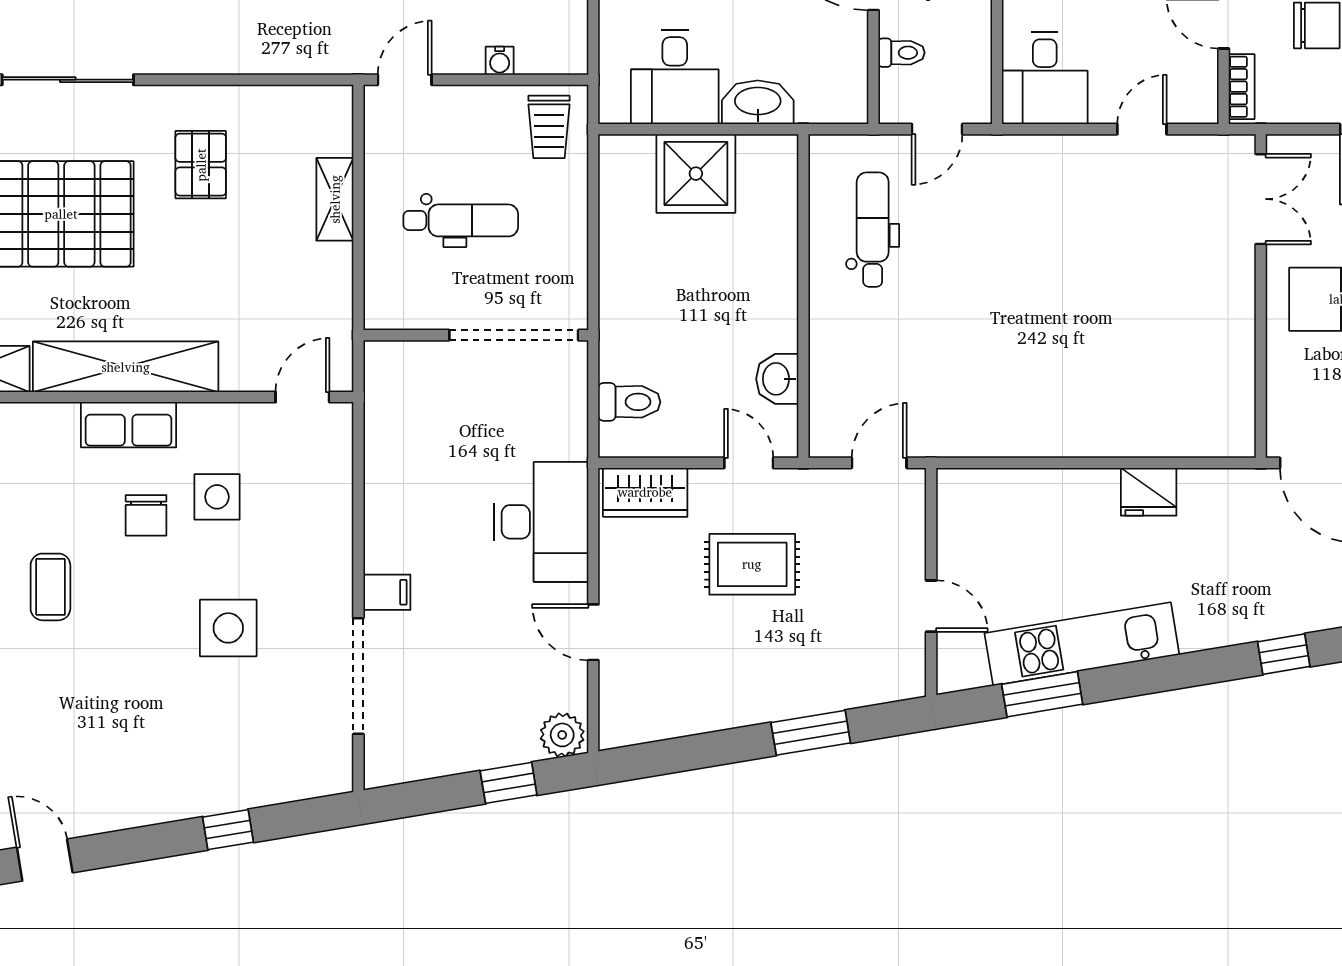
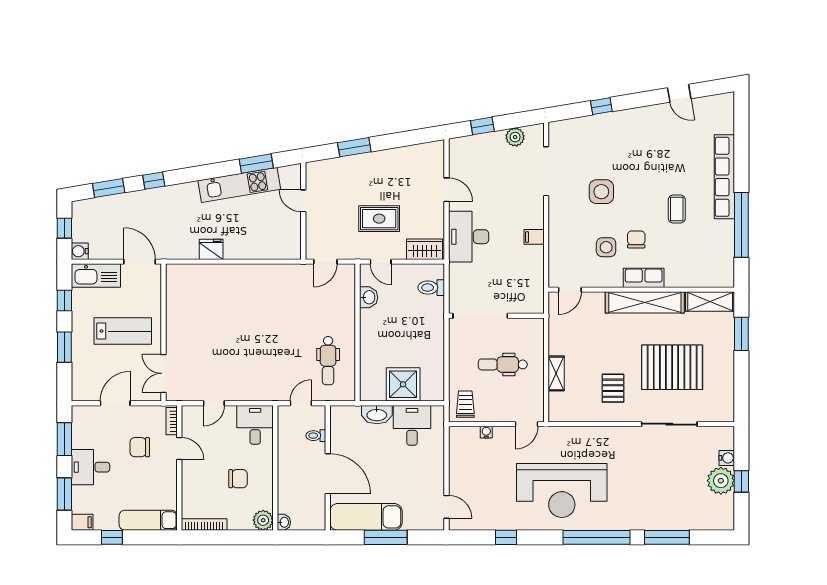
filing cabinet: (387, 592) -> (534, 237), moved
plant: (562, 735) -> (515, 137), moved

